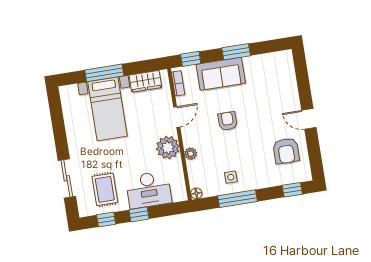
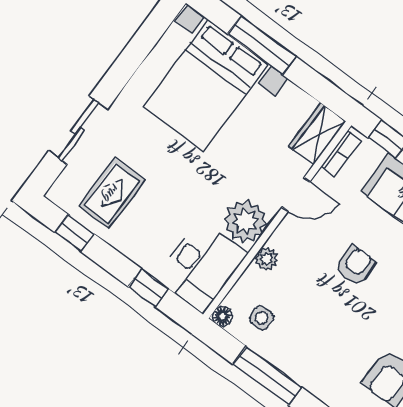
wardrobe: (145, 81) -> (317, 134), moved, turned 90
bed with nightstands: (108, 109) -> (206, 85), width x1.36
side table: (231, 177) -> (262, 318), moved
desk: (149, 190) -> (202, 266), moved, turned -90
window: (139, 214) -> (149, 288), moved

